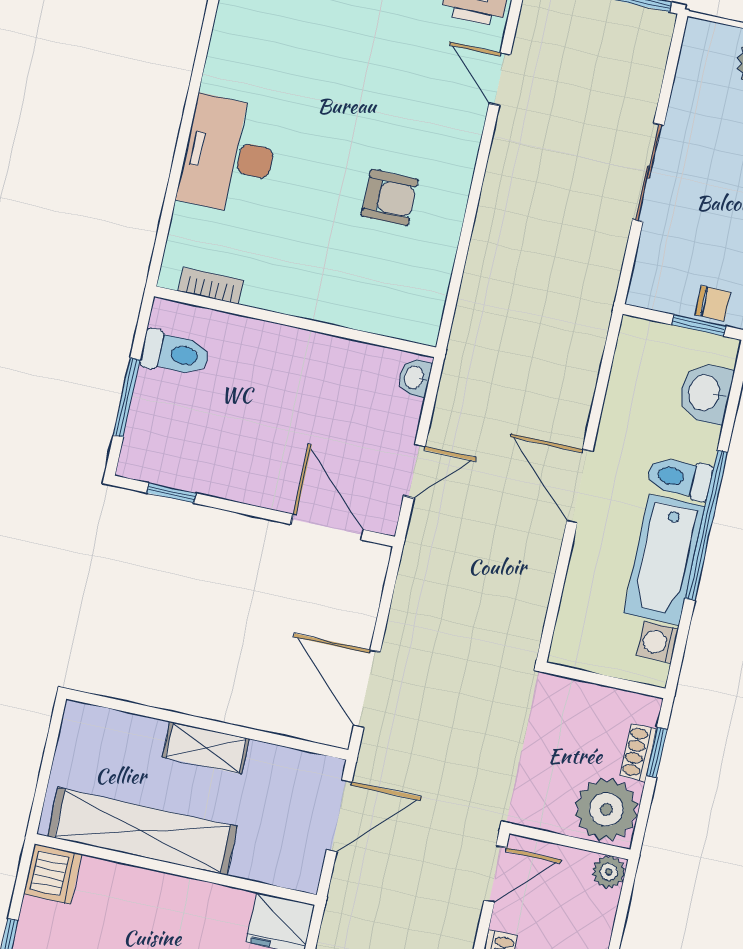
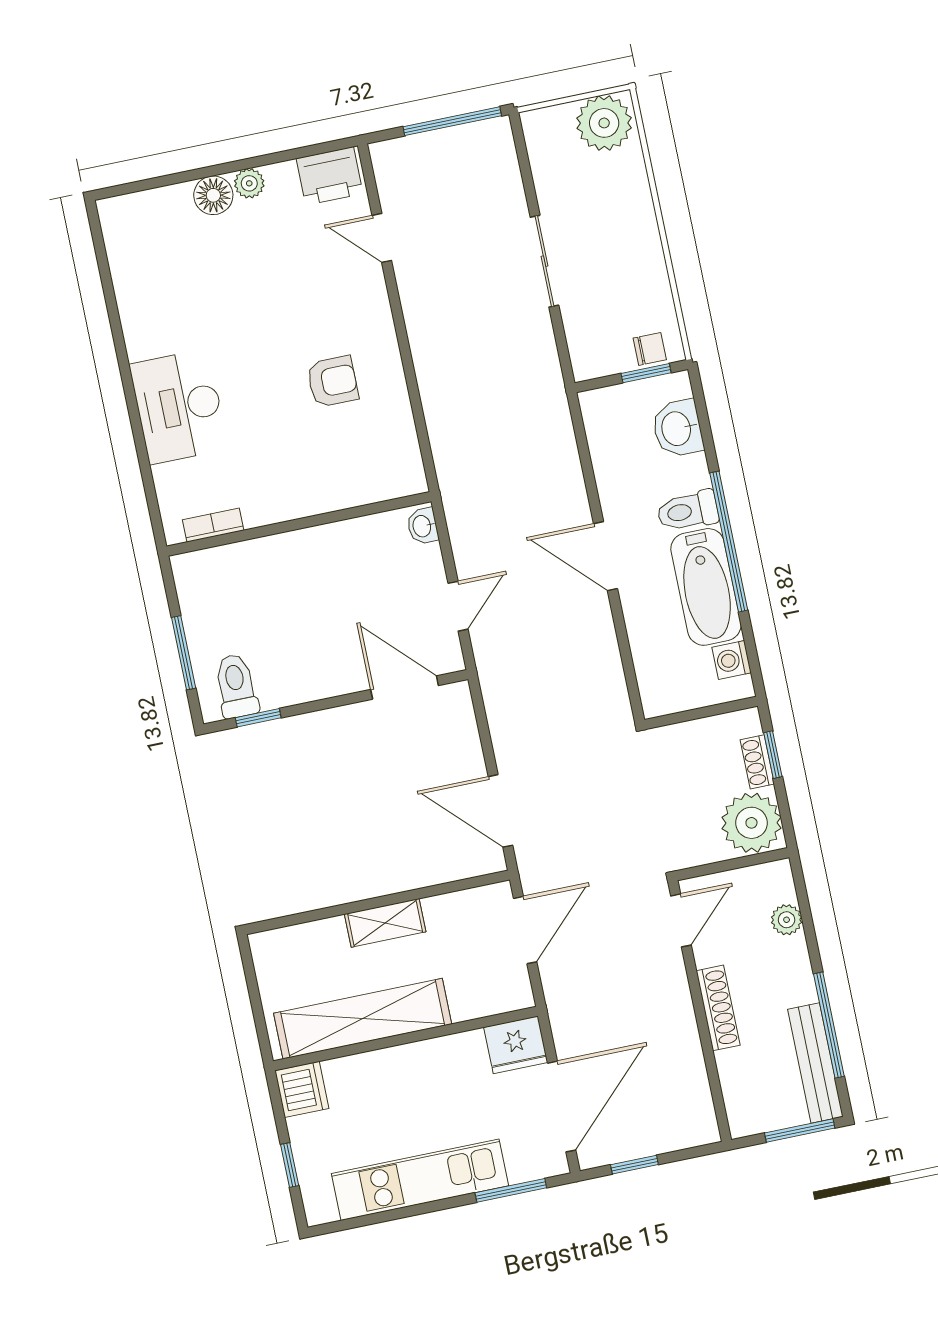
toilet: (175, 354) -> (236, 686), moved, turned -90
plant: (609, 872) -> (787, 920), moved

